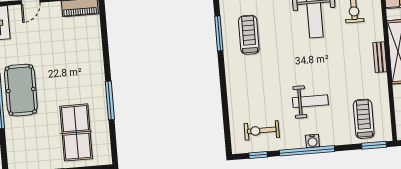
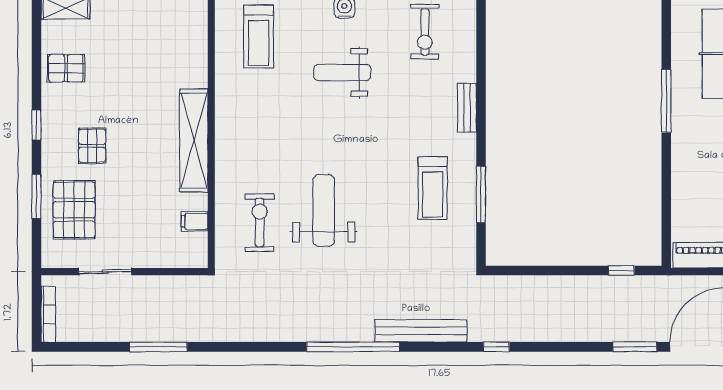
bench: (380, 57) -> (467, 108), moved
exercise bike: (262, 130) -> (425, 32), turned 90

